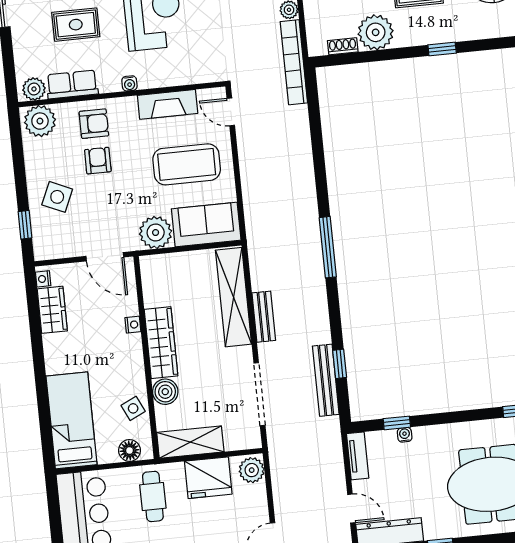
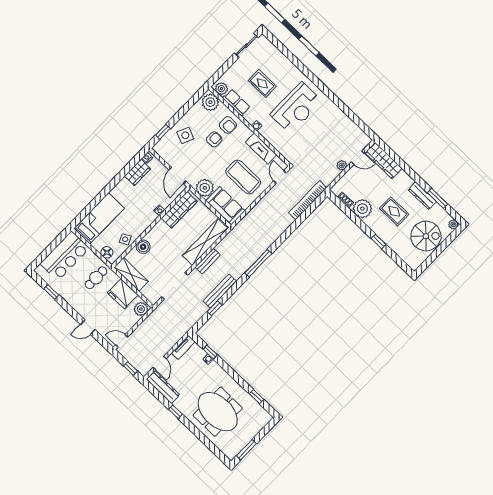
bookcase: (294, 62) -> (308, 200), moved
wardrobe: (161, 343) -> (179, 210), moved
bench: (326, 380) -> (220, 291), moved

